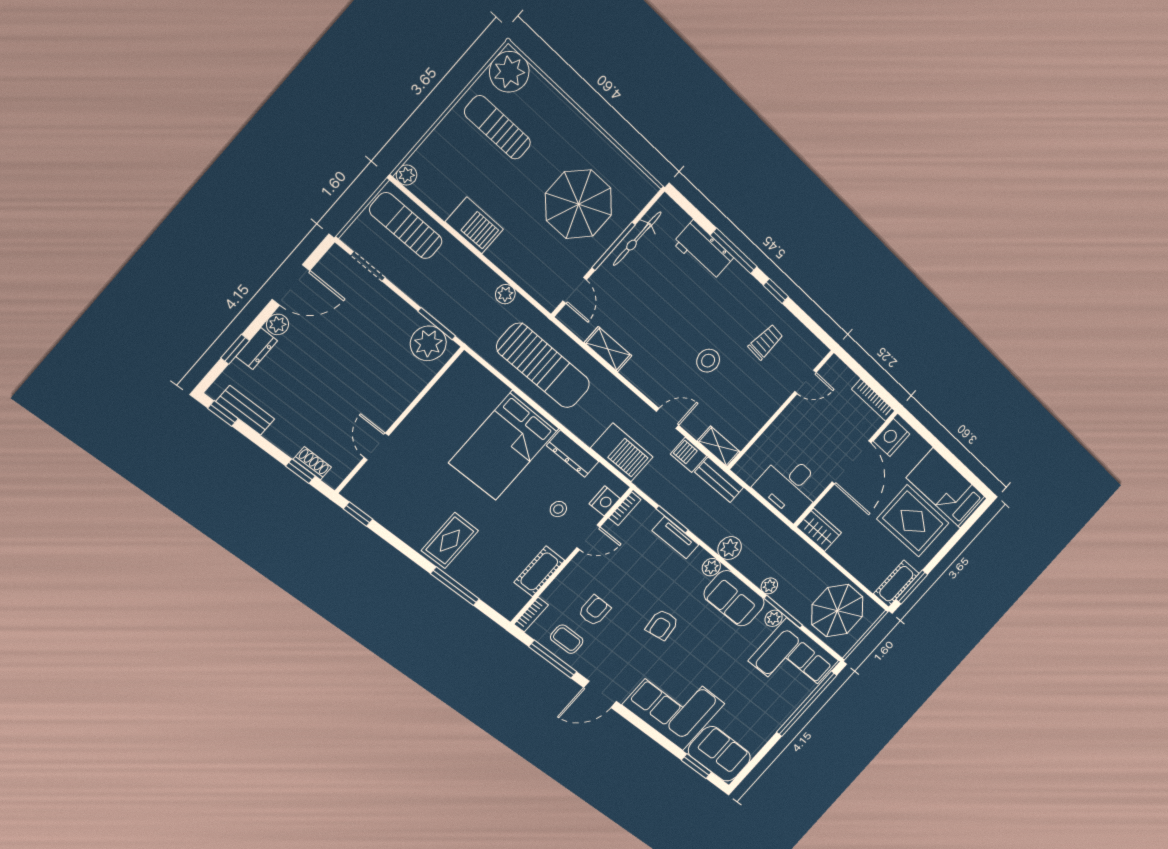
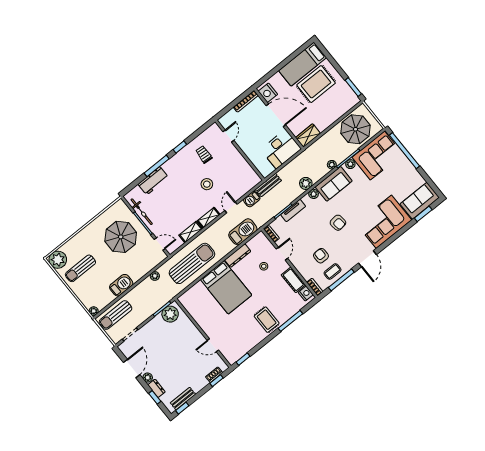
shelving: (719, 446) -> (209, 218), moved
nightstand: (604, 501) -> (306, 293), moved
cot: (896, 584) -> (349, 96), removed

